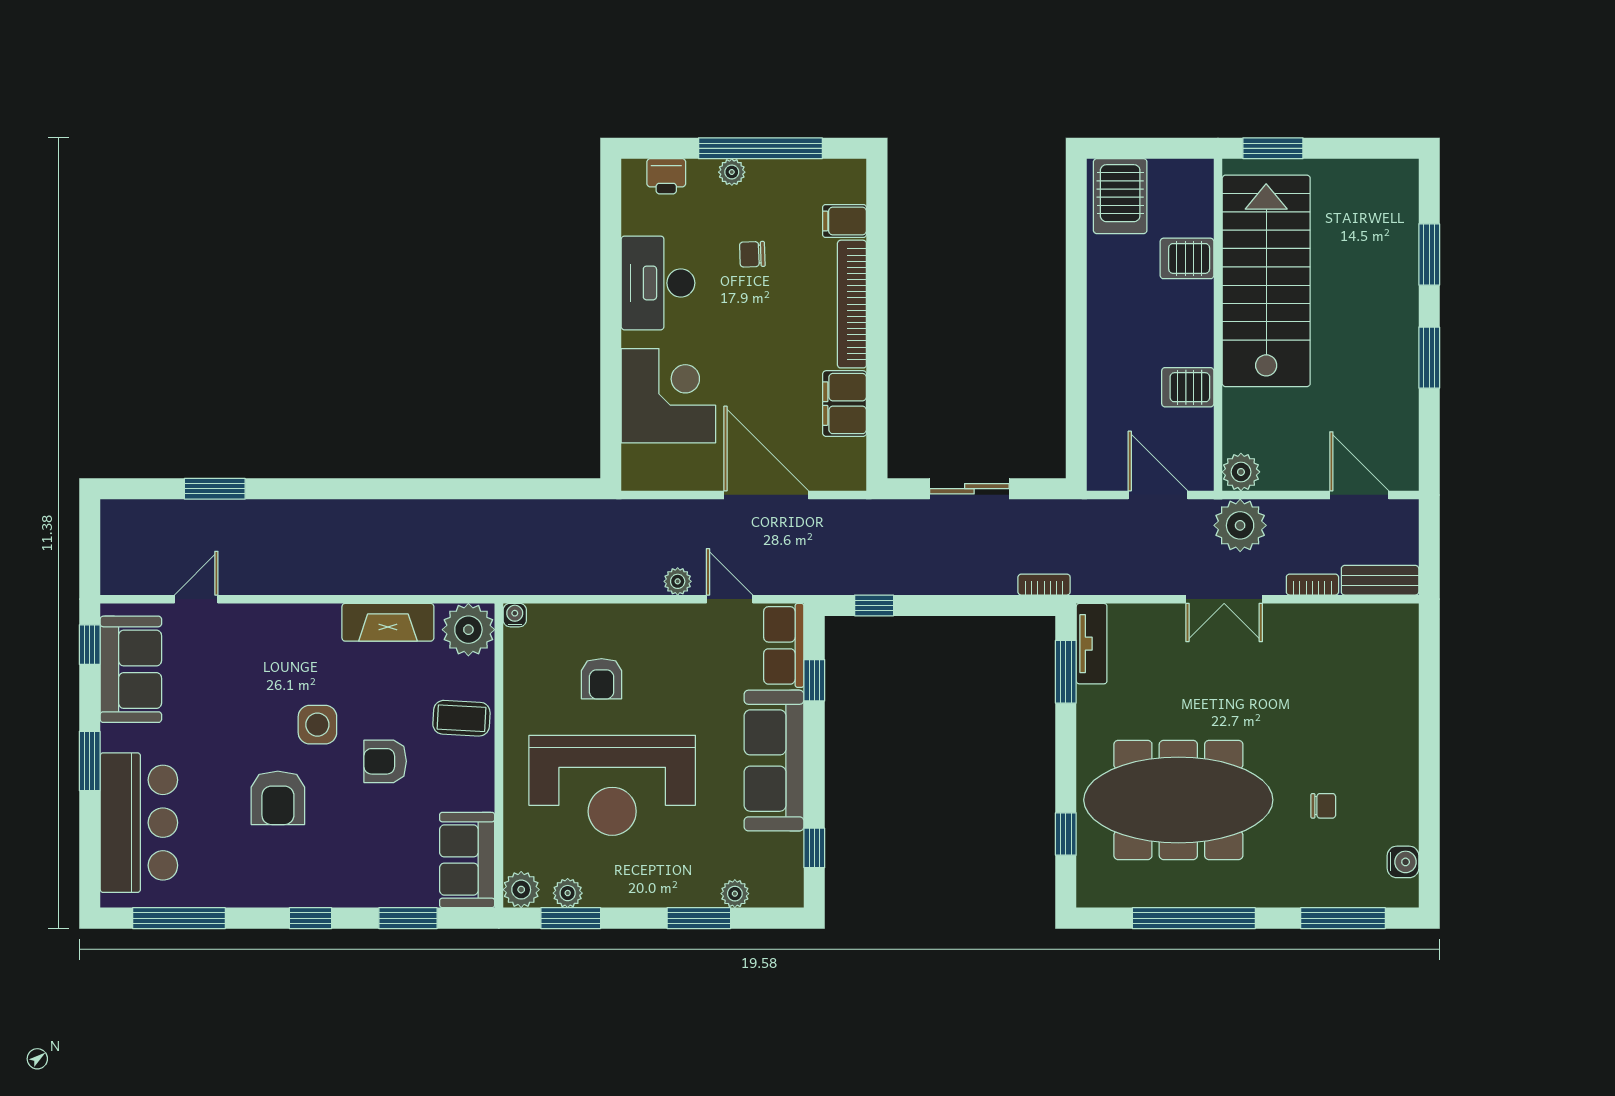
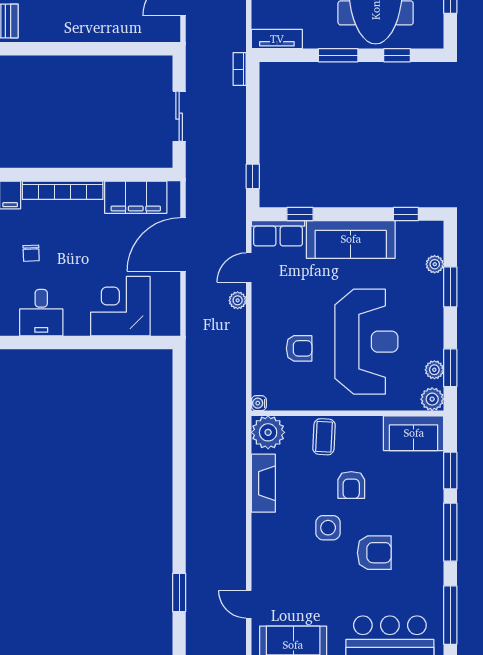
desk: (658, 283) -> (41, 313), width x0.73
filing cabinet: (845, 404) -> (136, 197), width x1.50, depth x1.17
window: (1066, 672) -> (338, 55), moved
window: (311, 918) -> (450, 532), width x2.17

